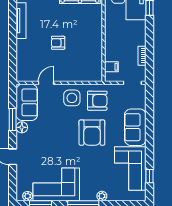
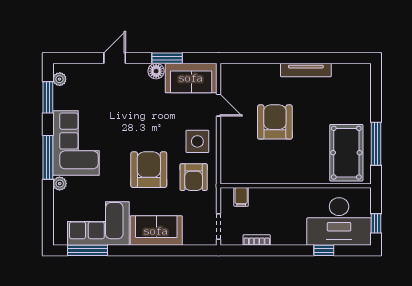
armchair: (58, 43) -> (275, 122), width x1.88, depth x1.88
armchair: (92, 133) -> (149, 170), turned 90
window: (149, 176) -> (88, 250), width x2.17
corner sofa: (56, 184) -> (76, 143), moved

